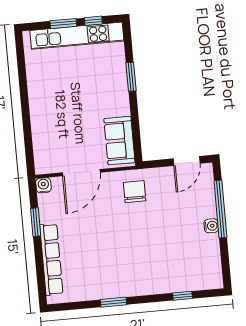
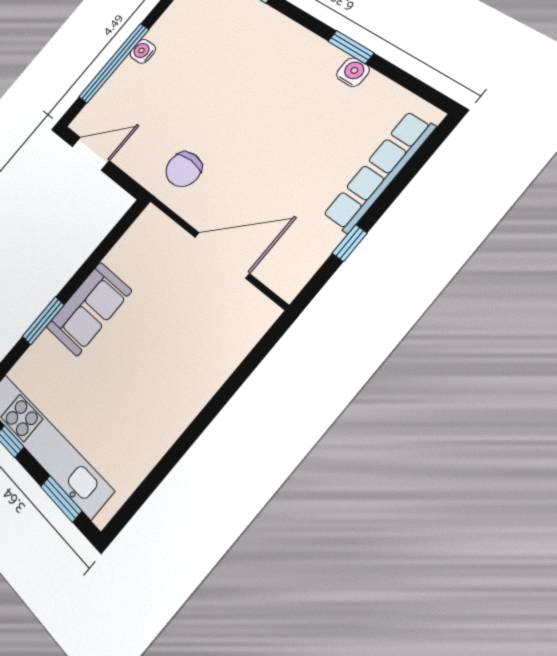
window: (63, 24) -> (61, 499), moved
sofa: (119, 141) -> (89, 309), moved
water cooler: (43, 185) -> (353, 72), moved, turned 180
window: (36, 222) -> (350, 243), width x0.67

